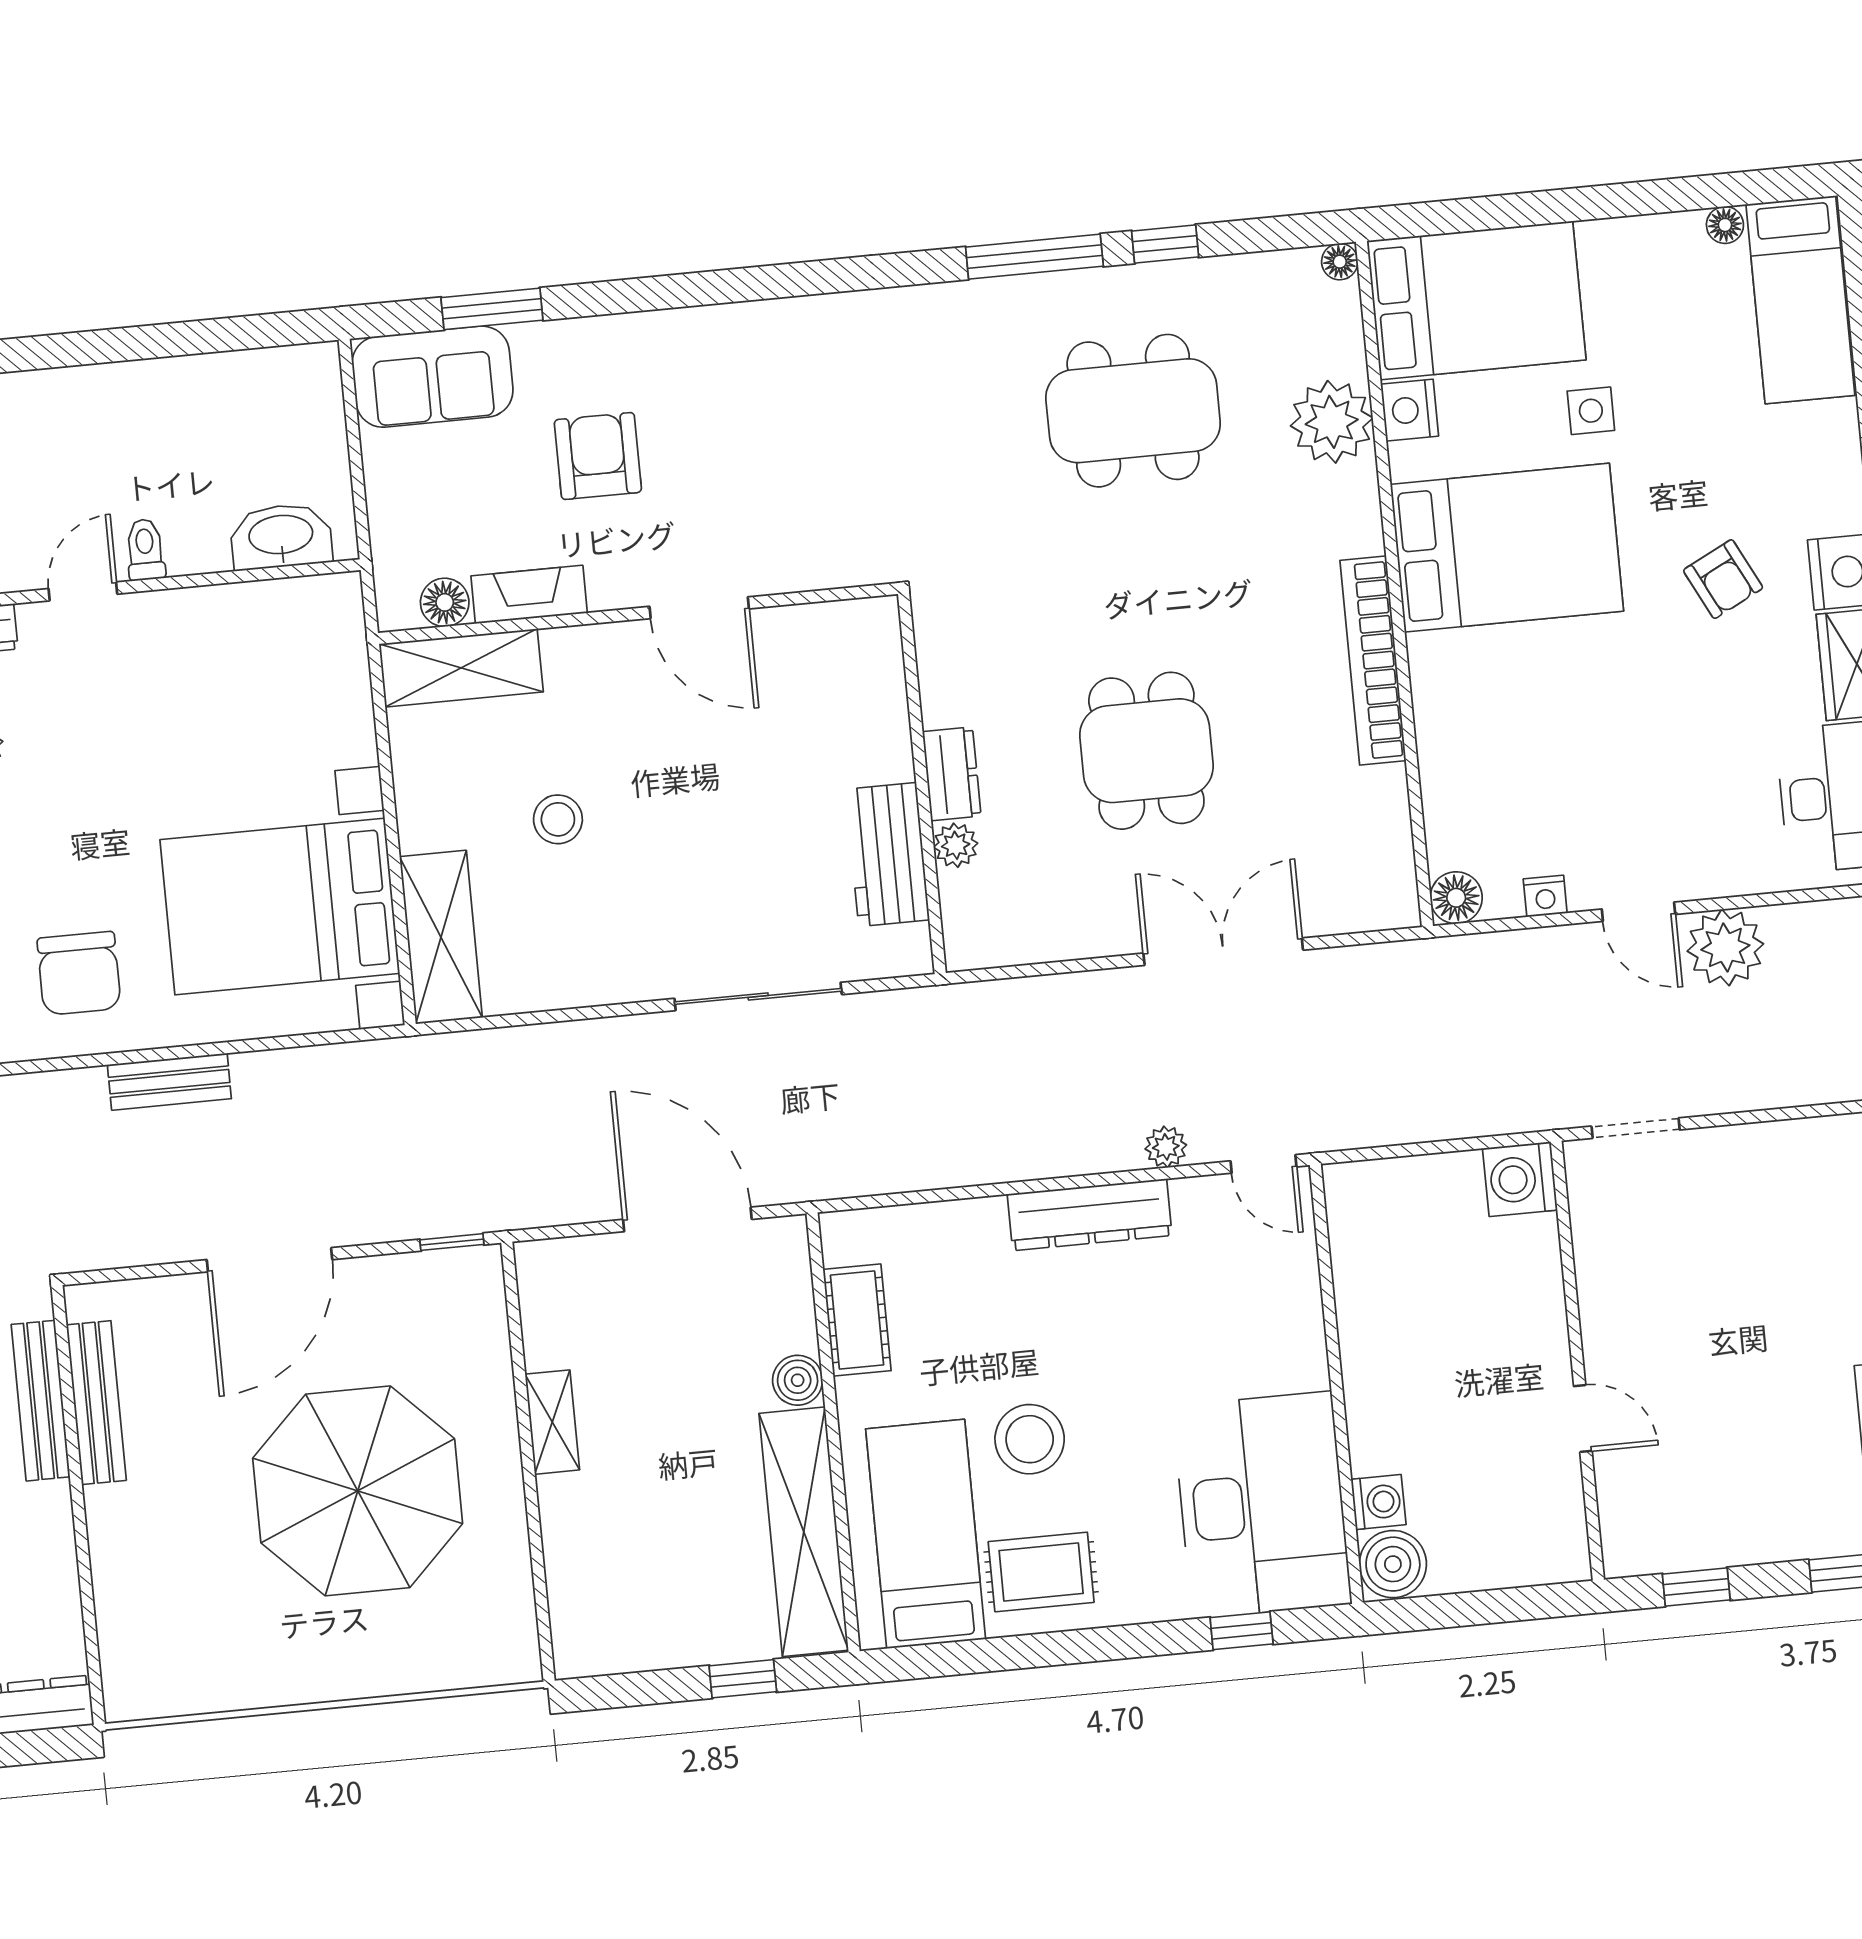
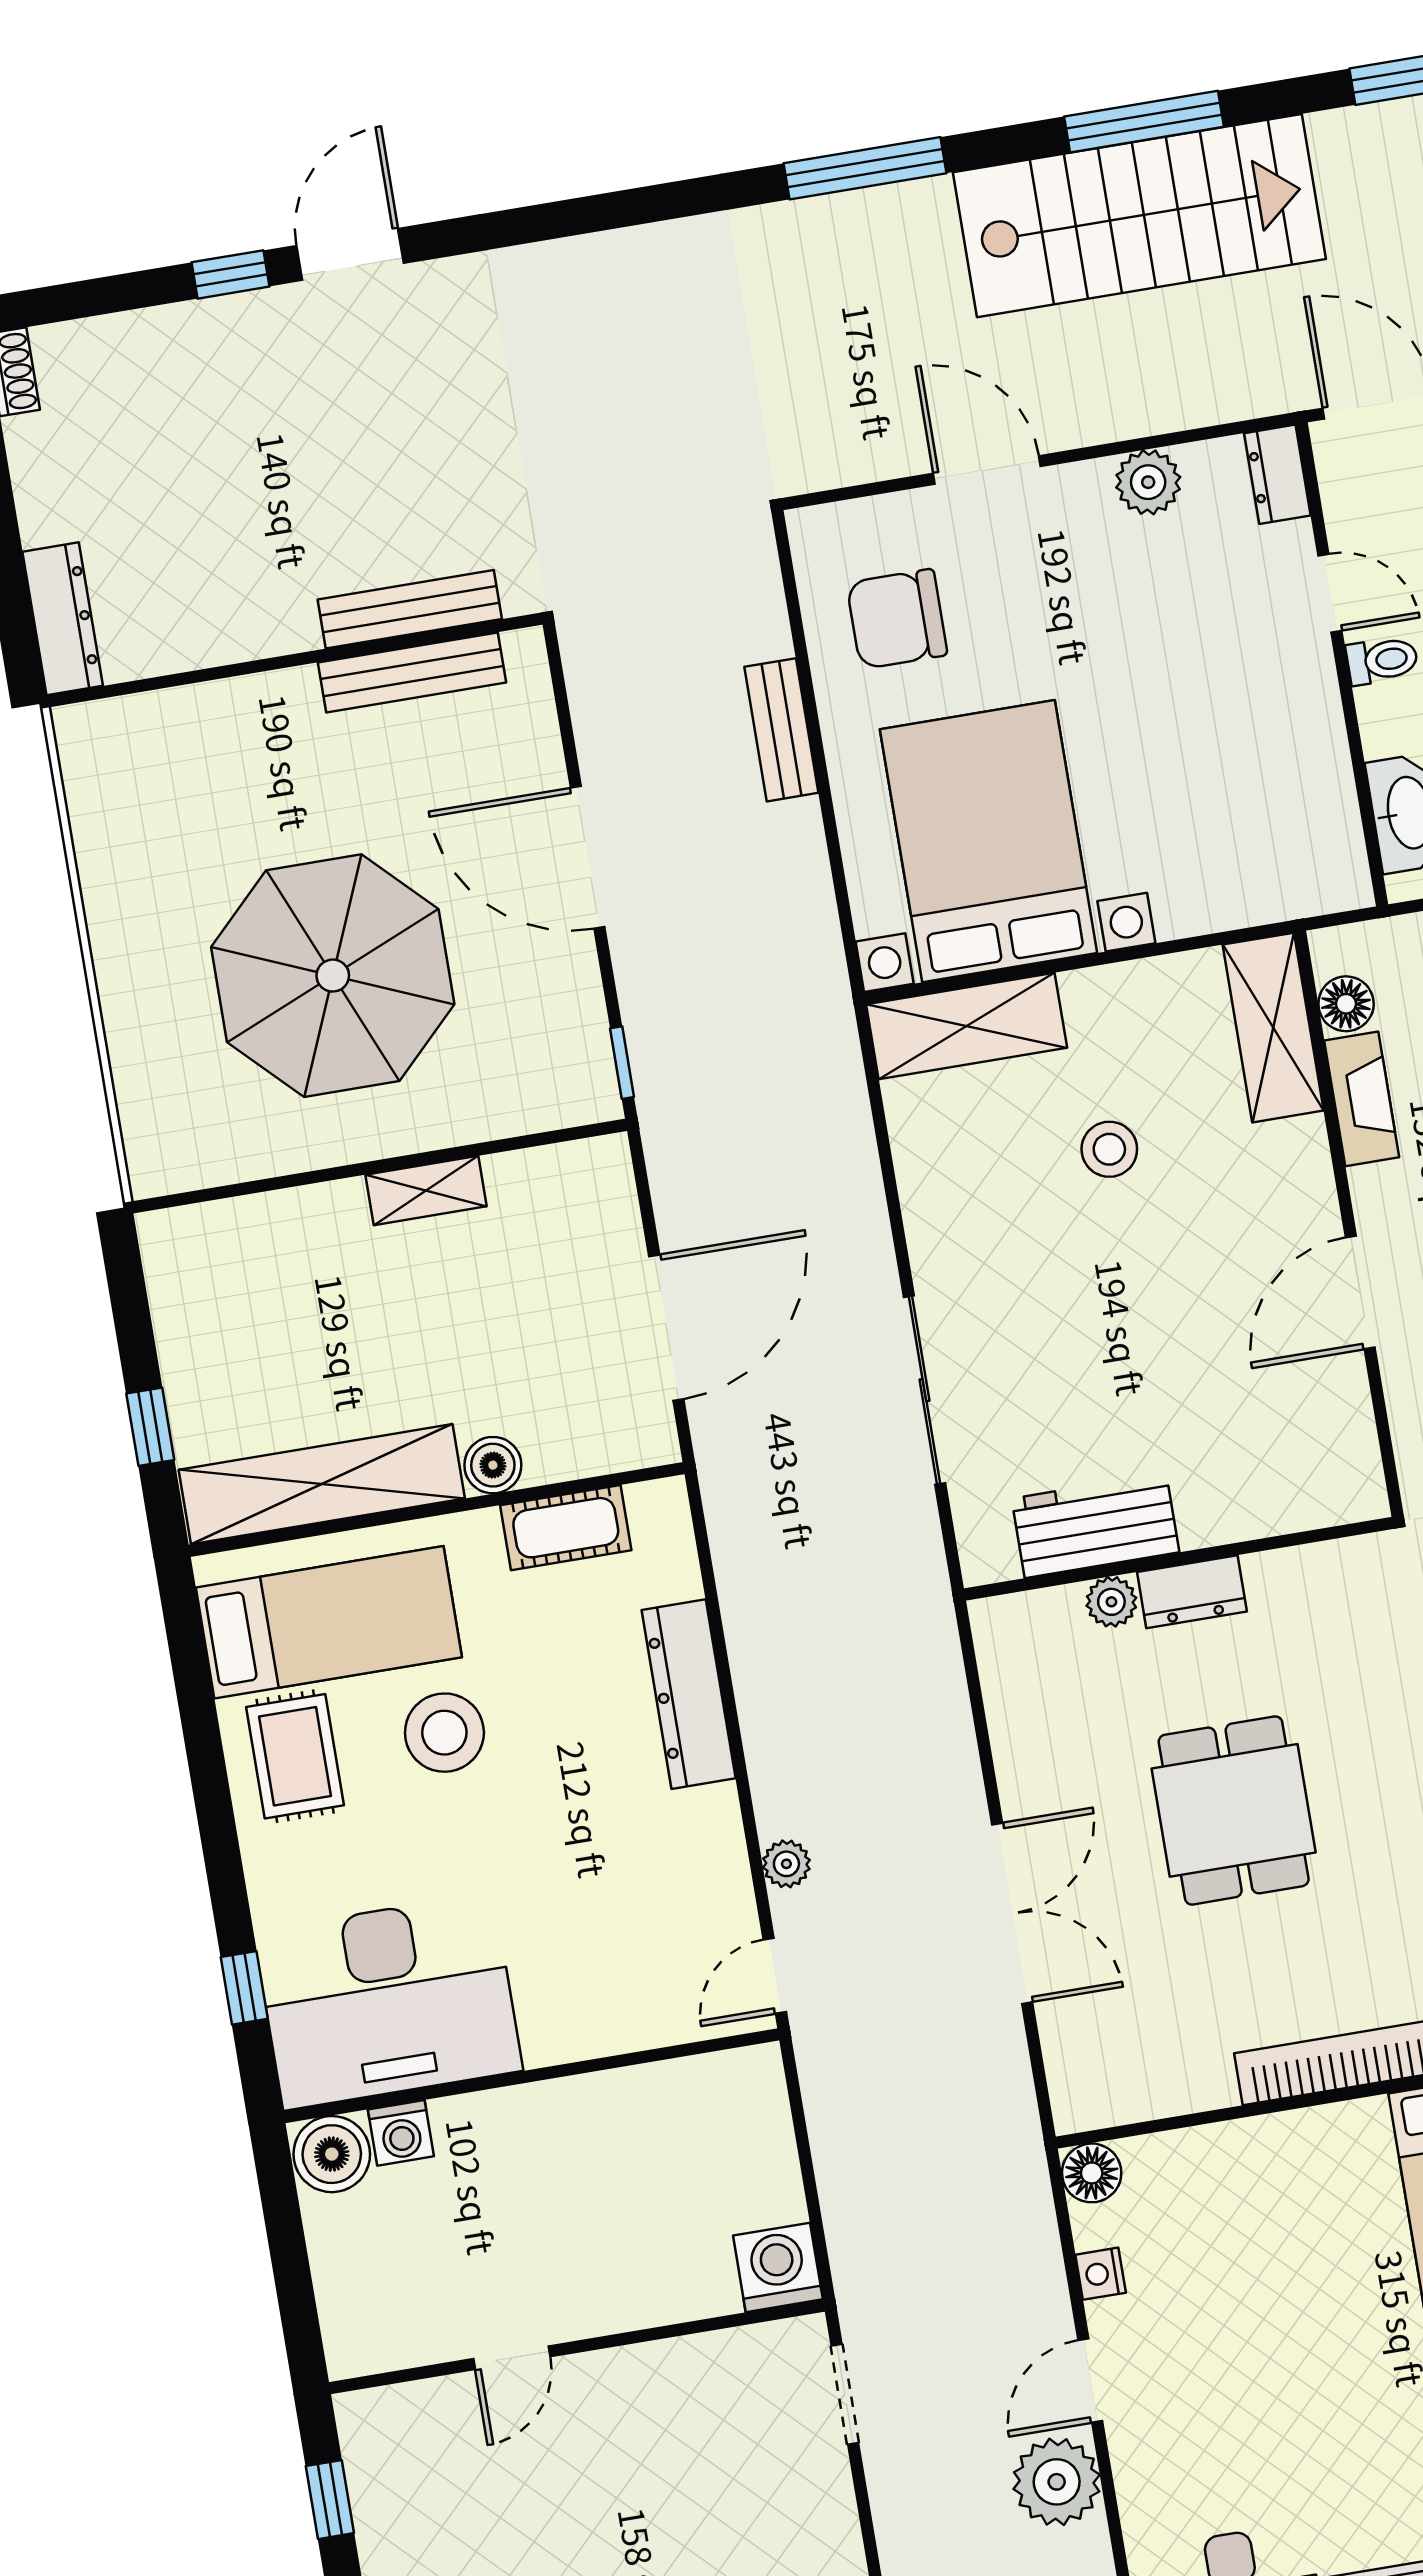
dining table: (1146, 751) -> (1234, 1810), turned 90
dresser: (1090, 1215) -> (689, 1694), moved

